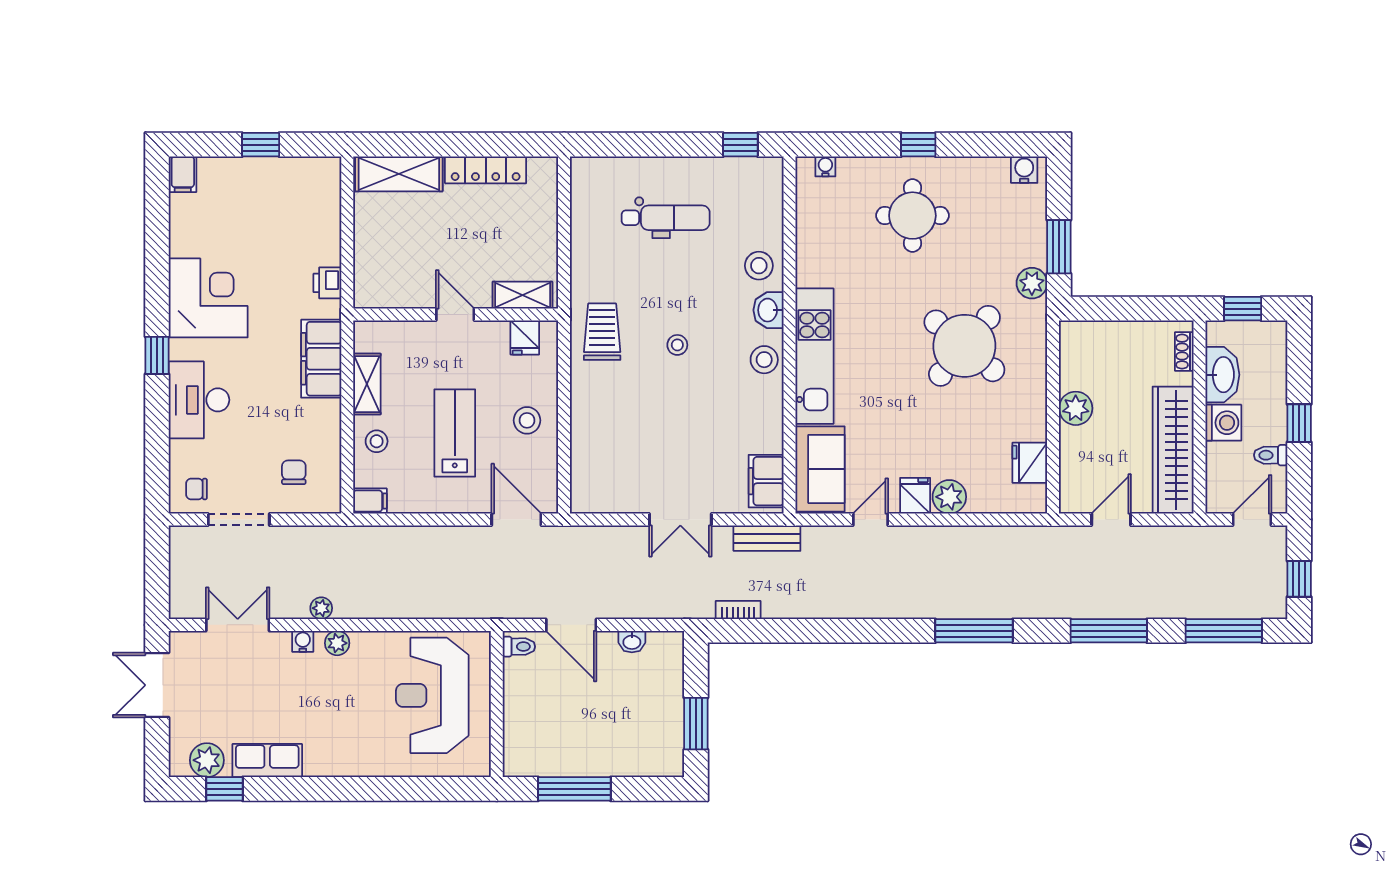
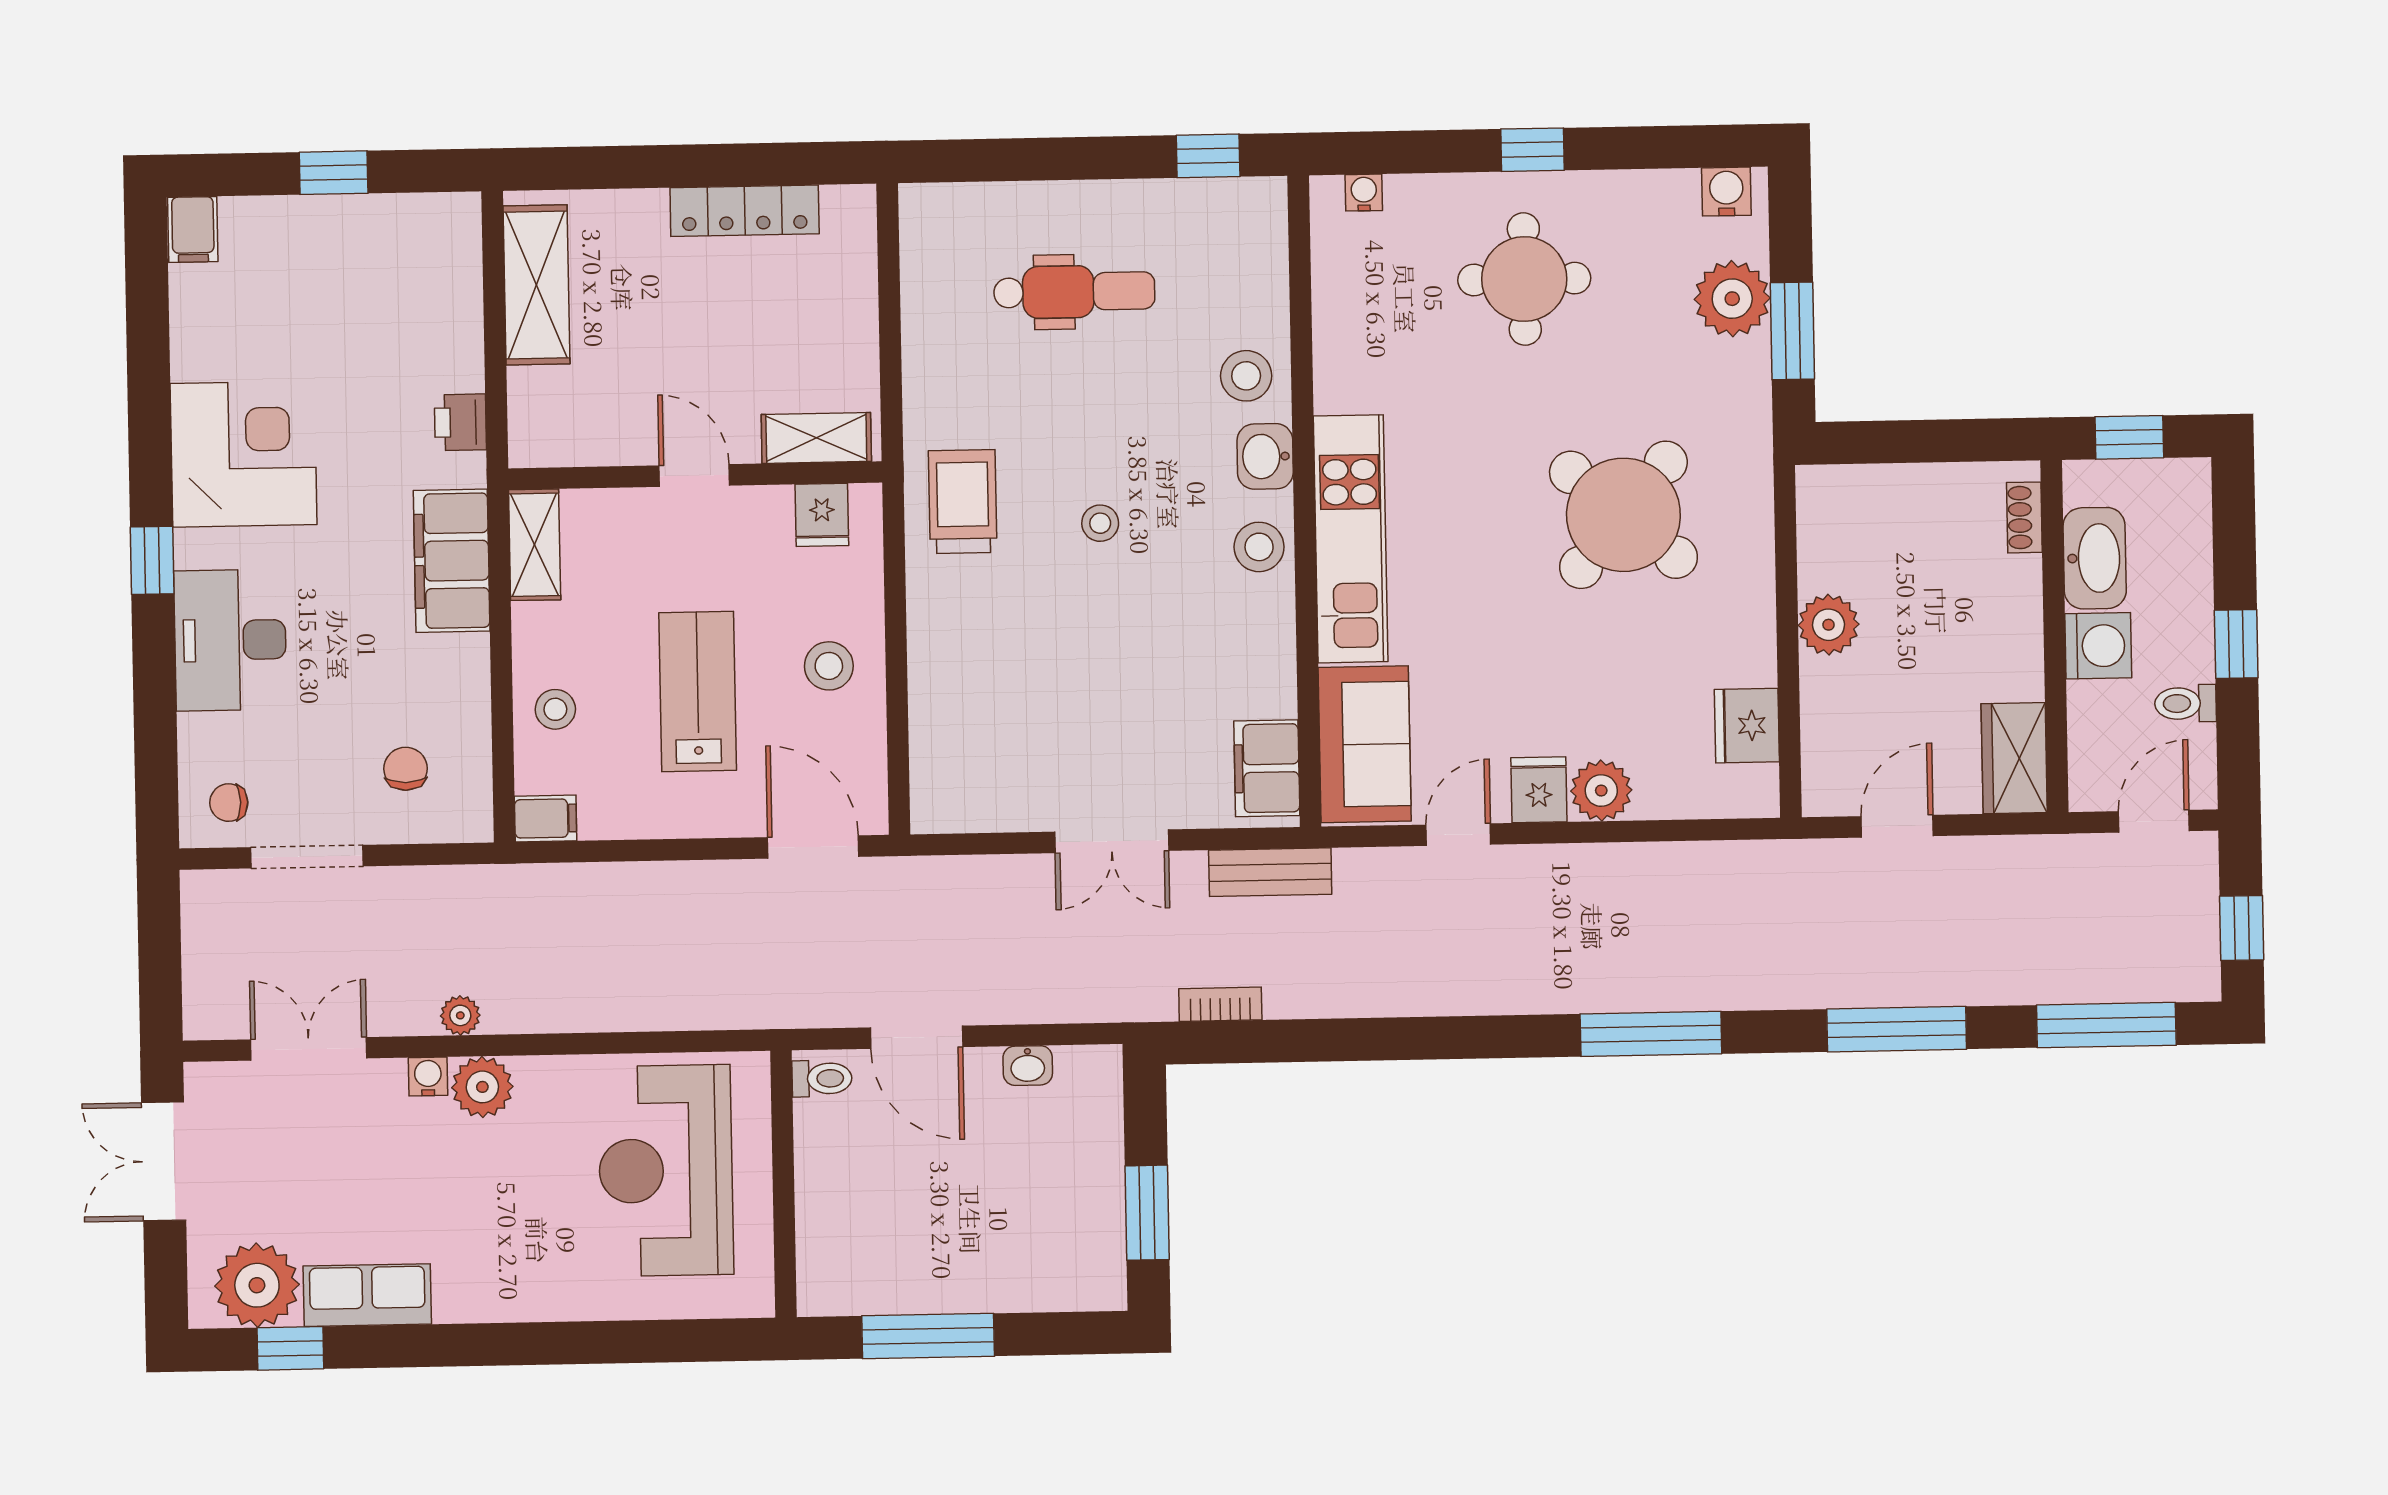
shelving: (399, 174) -> (536, 285), moved, turned 90
plant: (1032, 283) -> (1732, 299), moved, width x1.36, depth x1.36
shelving: (367, 384) -> (535, 545), moved
wardrobe: (1173, 450) -> (2014, 758), width x0.48, depth x0.85
plant: (337, 643) -> (482, 1087), width x1.38, depth x1.38
plant: (207, 760) -> (257, 1285), width x1.36, depth x1.36

